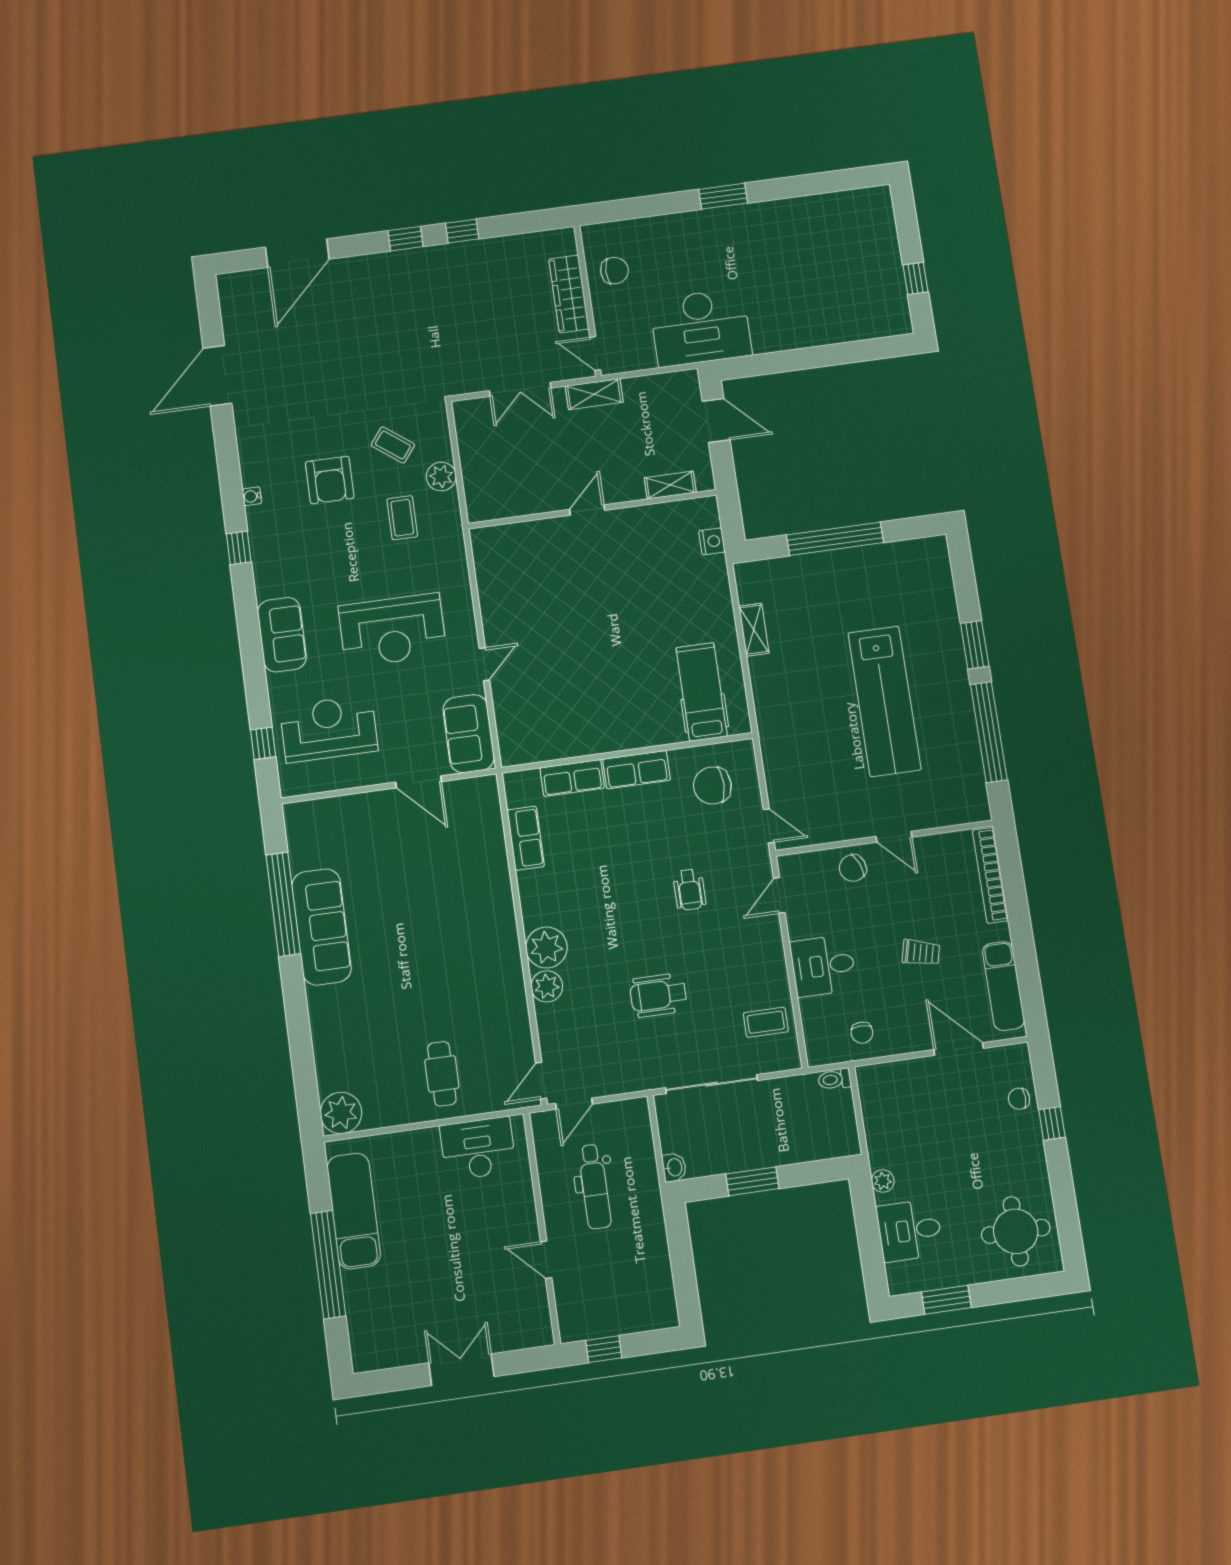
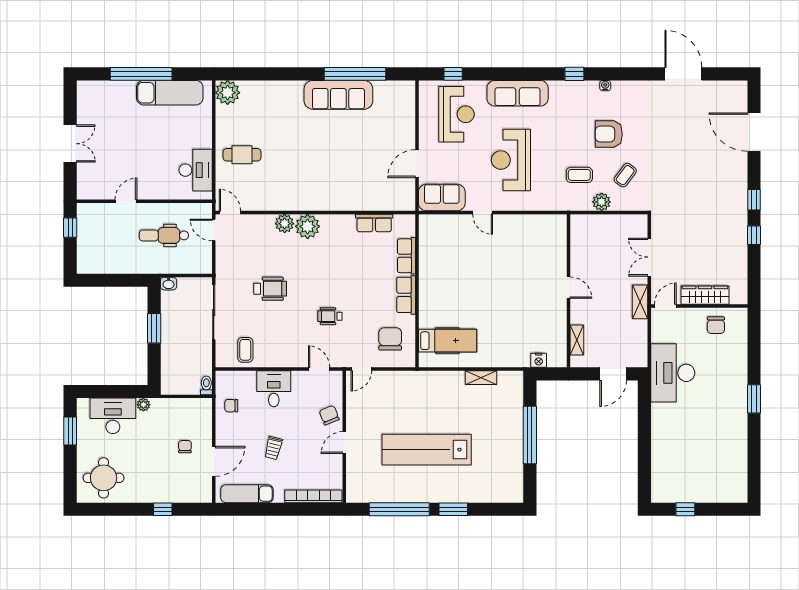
sofa: (282, 635) -> (518, 93), width x1.36
wheelchair: (658, 995) -> (270, 289), turned 90
chair: (1019, 1099) -> (185, 447), moved
desk: (910, 1230) -> (113, 416), width x1.37

